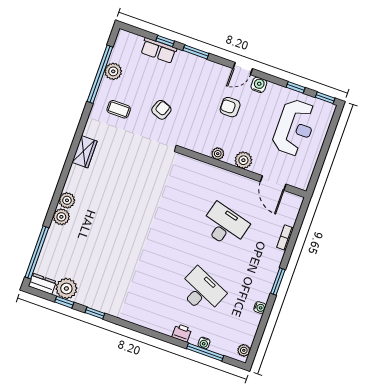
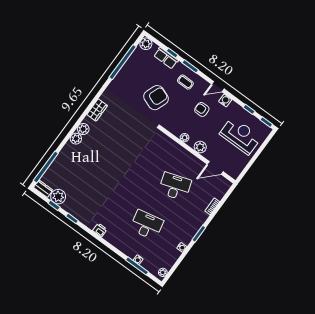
plant: (113, 71) -> (146, 44), moved
coffee table: (119, 109) -> (185, 82), moved
armchair: (161, 110) -> (156, 98), width x1.88, depth x1.88
reception desk: (295, 128) -> (240, 136), turned -90
door: (273, 183) -> (215, 168), hinge flipped
plant: (61, 217) -> (83, 129), moved
desk: (225, 226) -> (175, 186), turned -33
desk: (201, 291) -> (147, 225), turned -36
printer: (182, 333) -> (100, 230), moved

